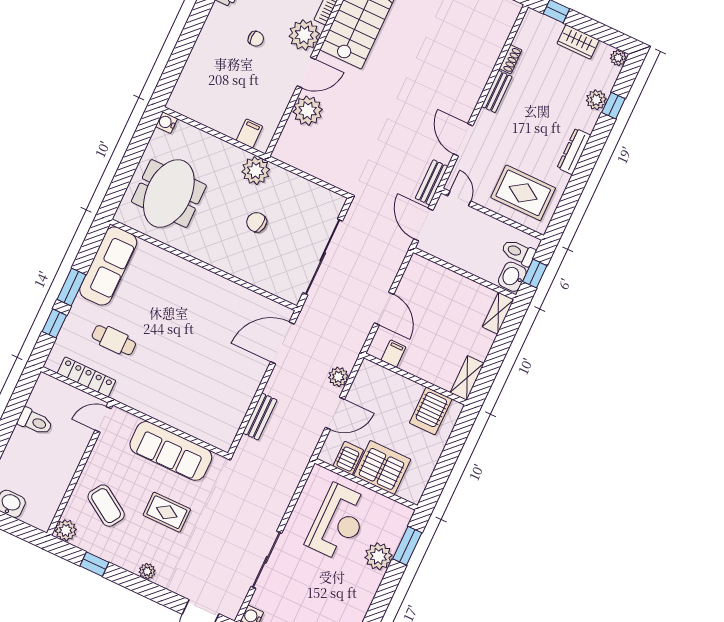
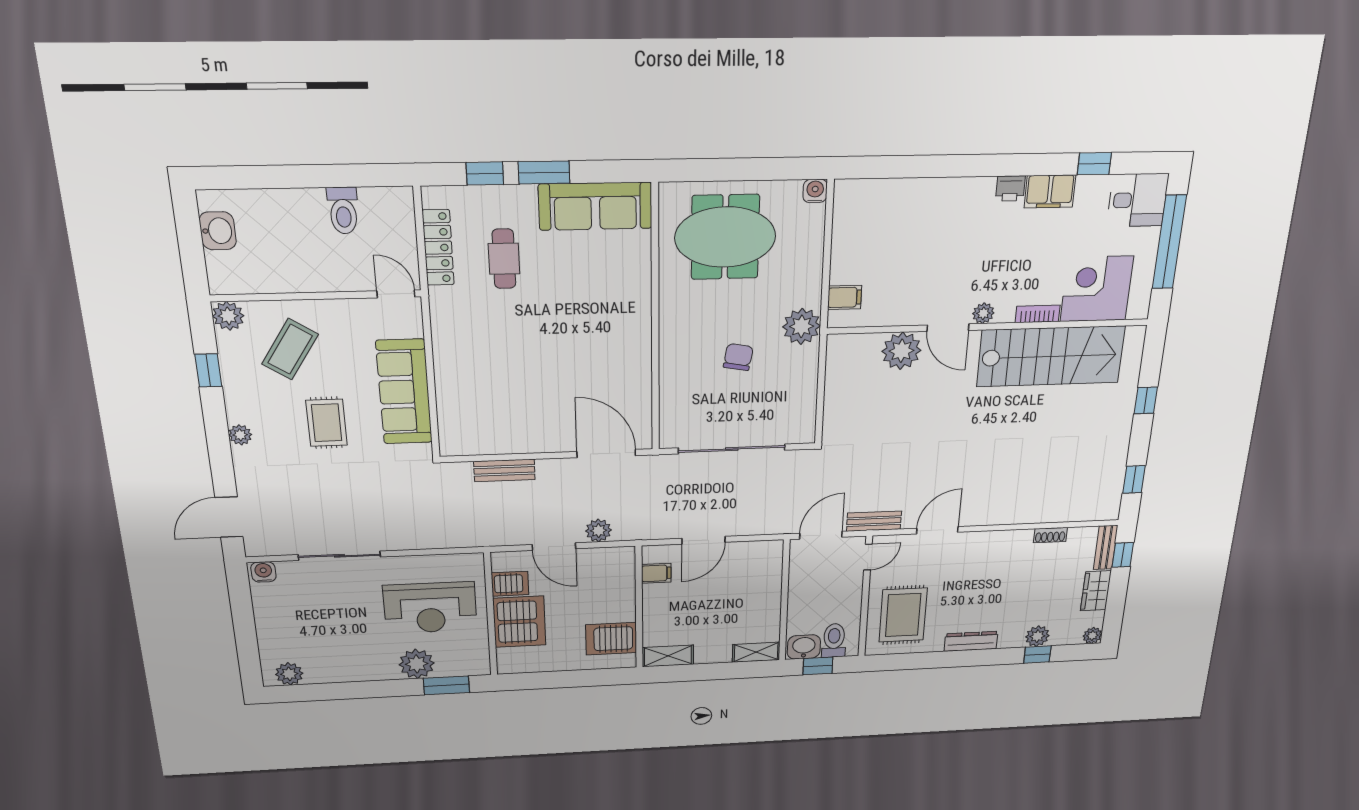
plant: (304, 35) -> (983, 313), width x0.53, depth x0.53
chair: (256, 39) -> (967, 249), removed
bench: (497, 92) -> (1106, 548), moved, turned 90

